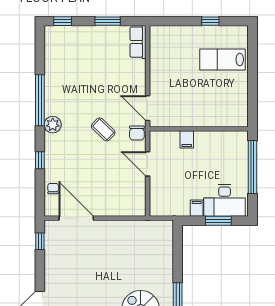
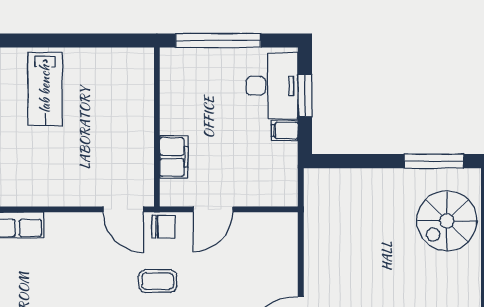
door: (148, 108) -> (123, 209), hinge flipped
coffee table: (103, 129) -> (158, 281), turned 46
filing cabinet: (187, 139) -> (174, 157), width x2.00

